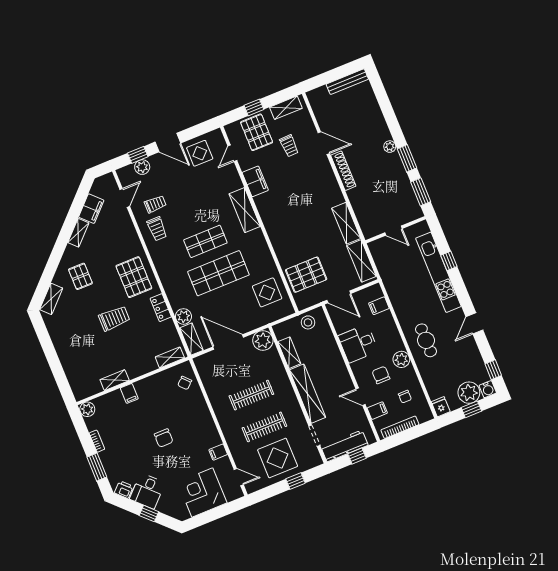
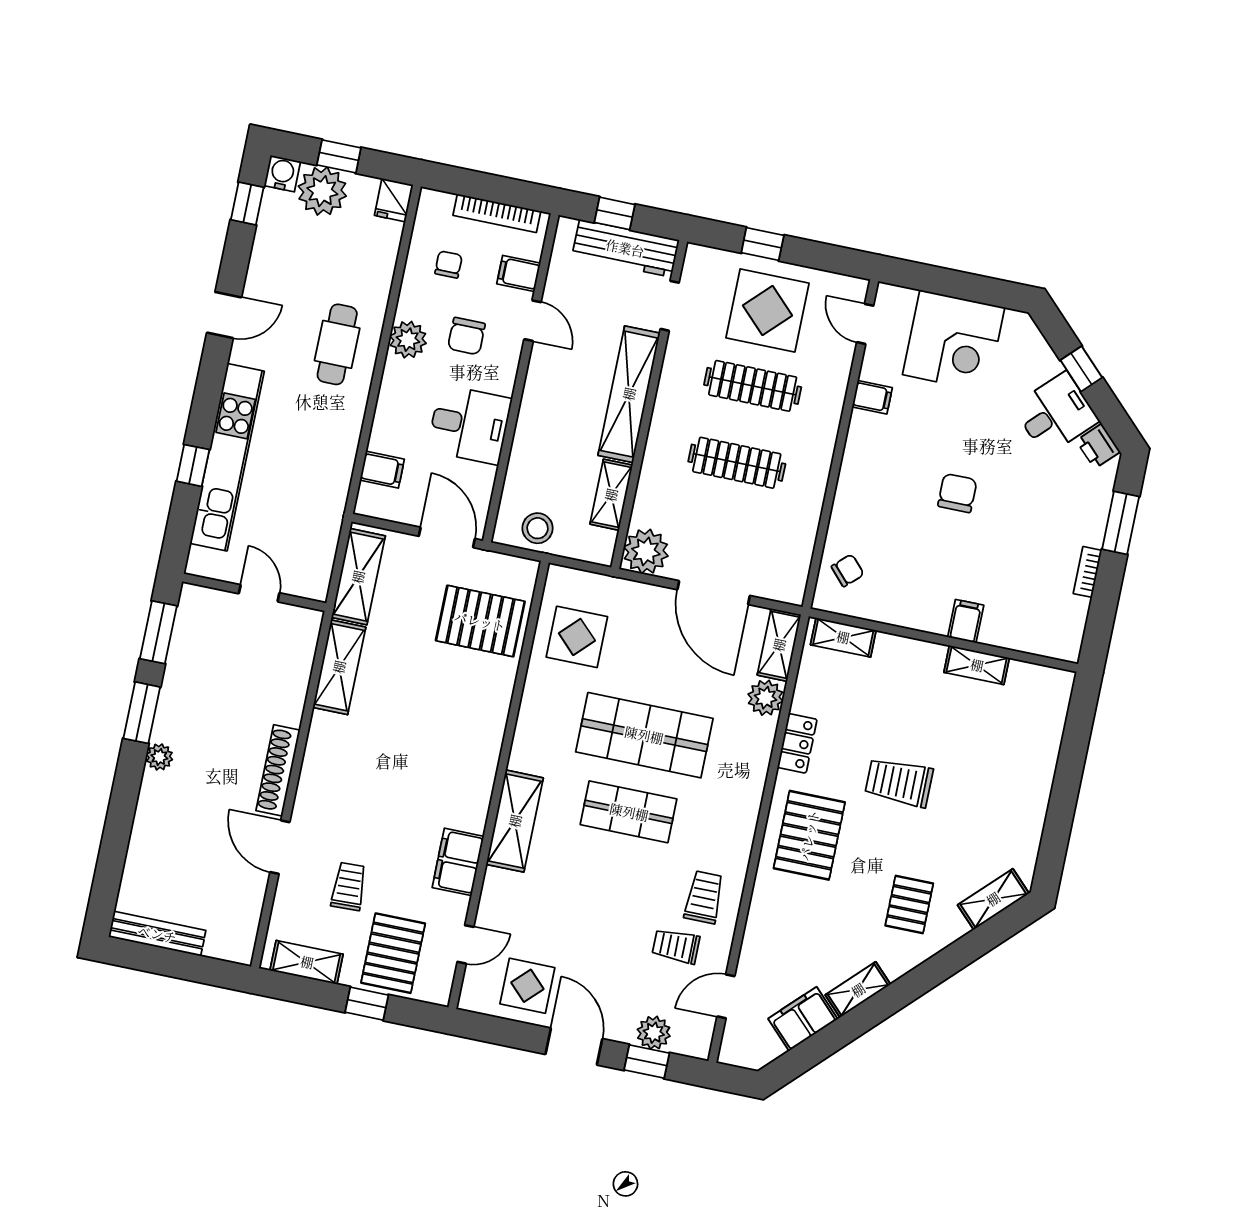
plant: (87, 409) -> (1065, 644), removed

